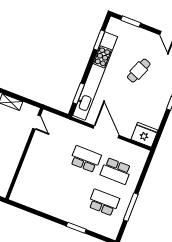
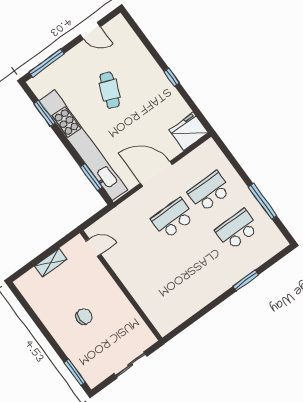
window: (131, 22) -> (47, 63), width x1.44
school desk: (116, 171) -> (209, 192), turned 180

